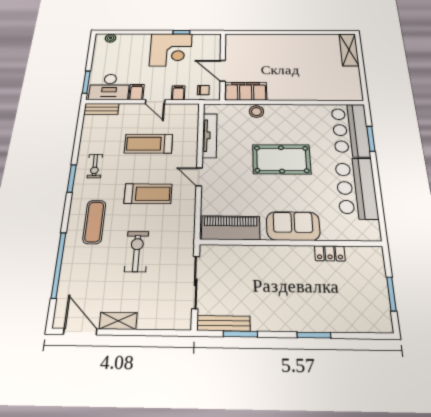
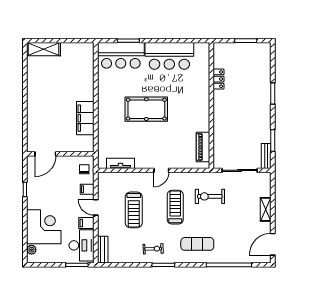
corner desk: (171, 50) -> (44, 227), moved
door: (223, 71) -> (45, 154), moved
filing cabinet: (246, 91) -> (85, 118), moved
door: (155, 102) -> (96, 207), swing flipped
stool: (256, 112) -> (104, 127), removed
tv unit: (210, 135) -> (121, 163), width x0.71
pool table: (282, 159) -> (146, 109), turned 90
sofa: (293, 226) -> (199, 103), removed
piano: (231, 228) -> (203, 147), width x0.73, depth x0.75
exercise bike: (137, 251) -> (210, 196), moved
shelving: (118, 321) -> (266, 209), moved
bench: (224, 323) -> (266, 156), width x0.73

